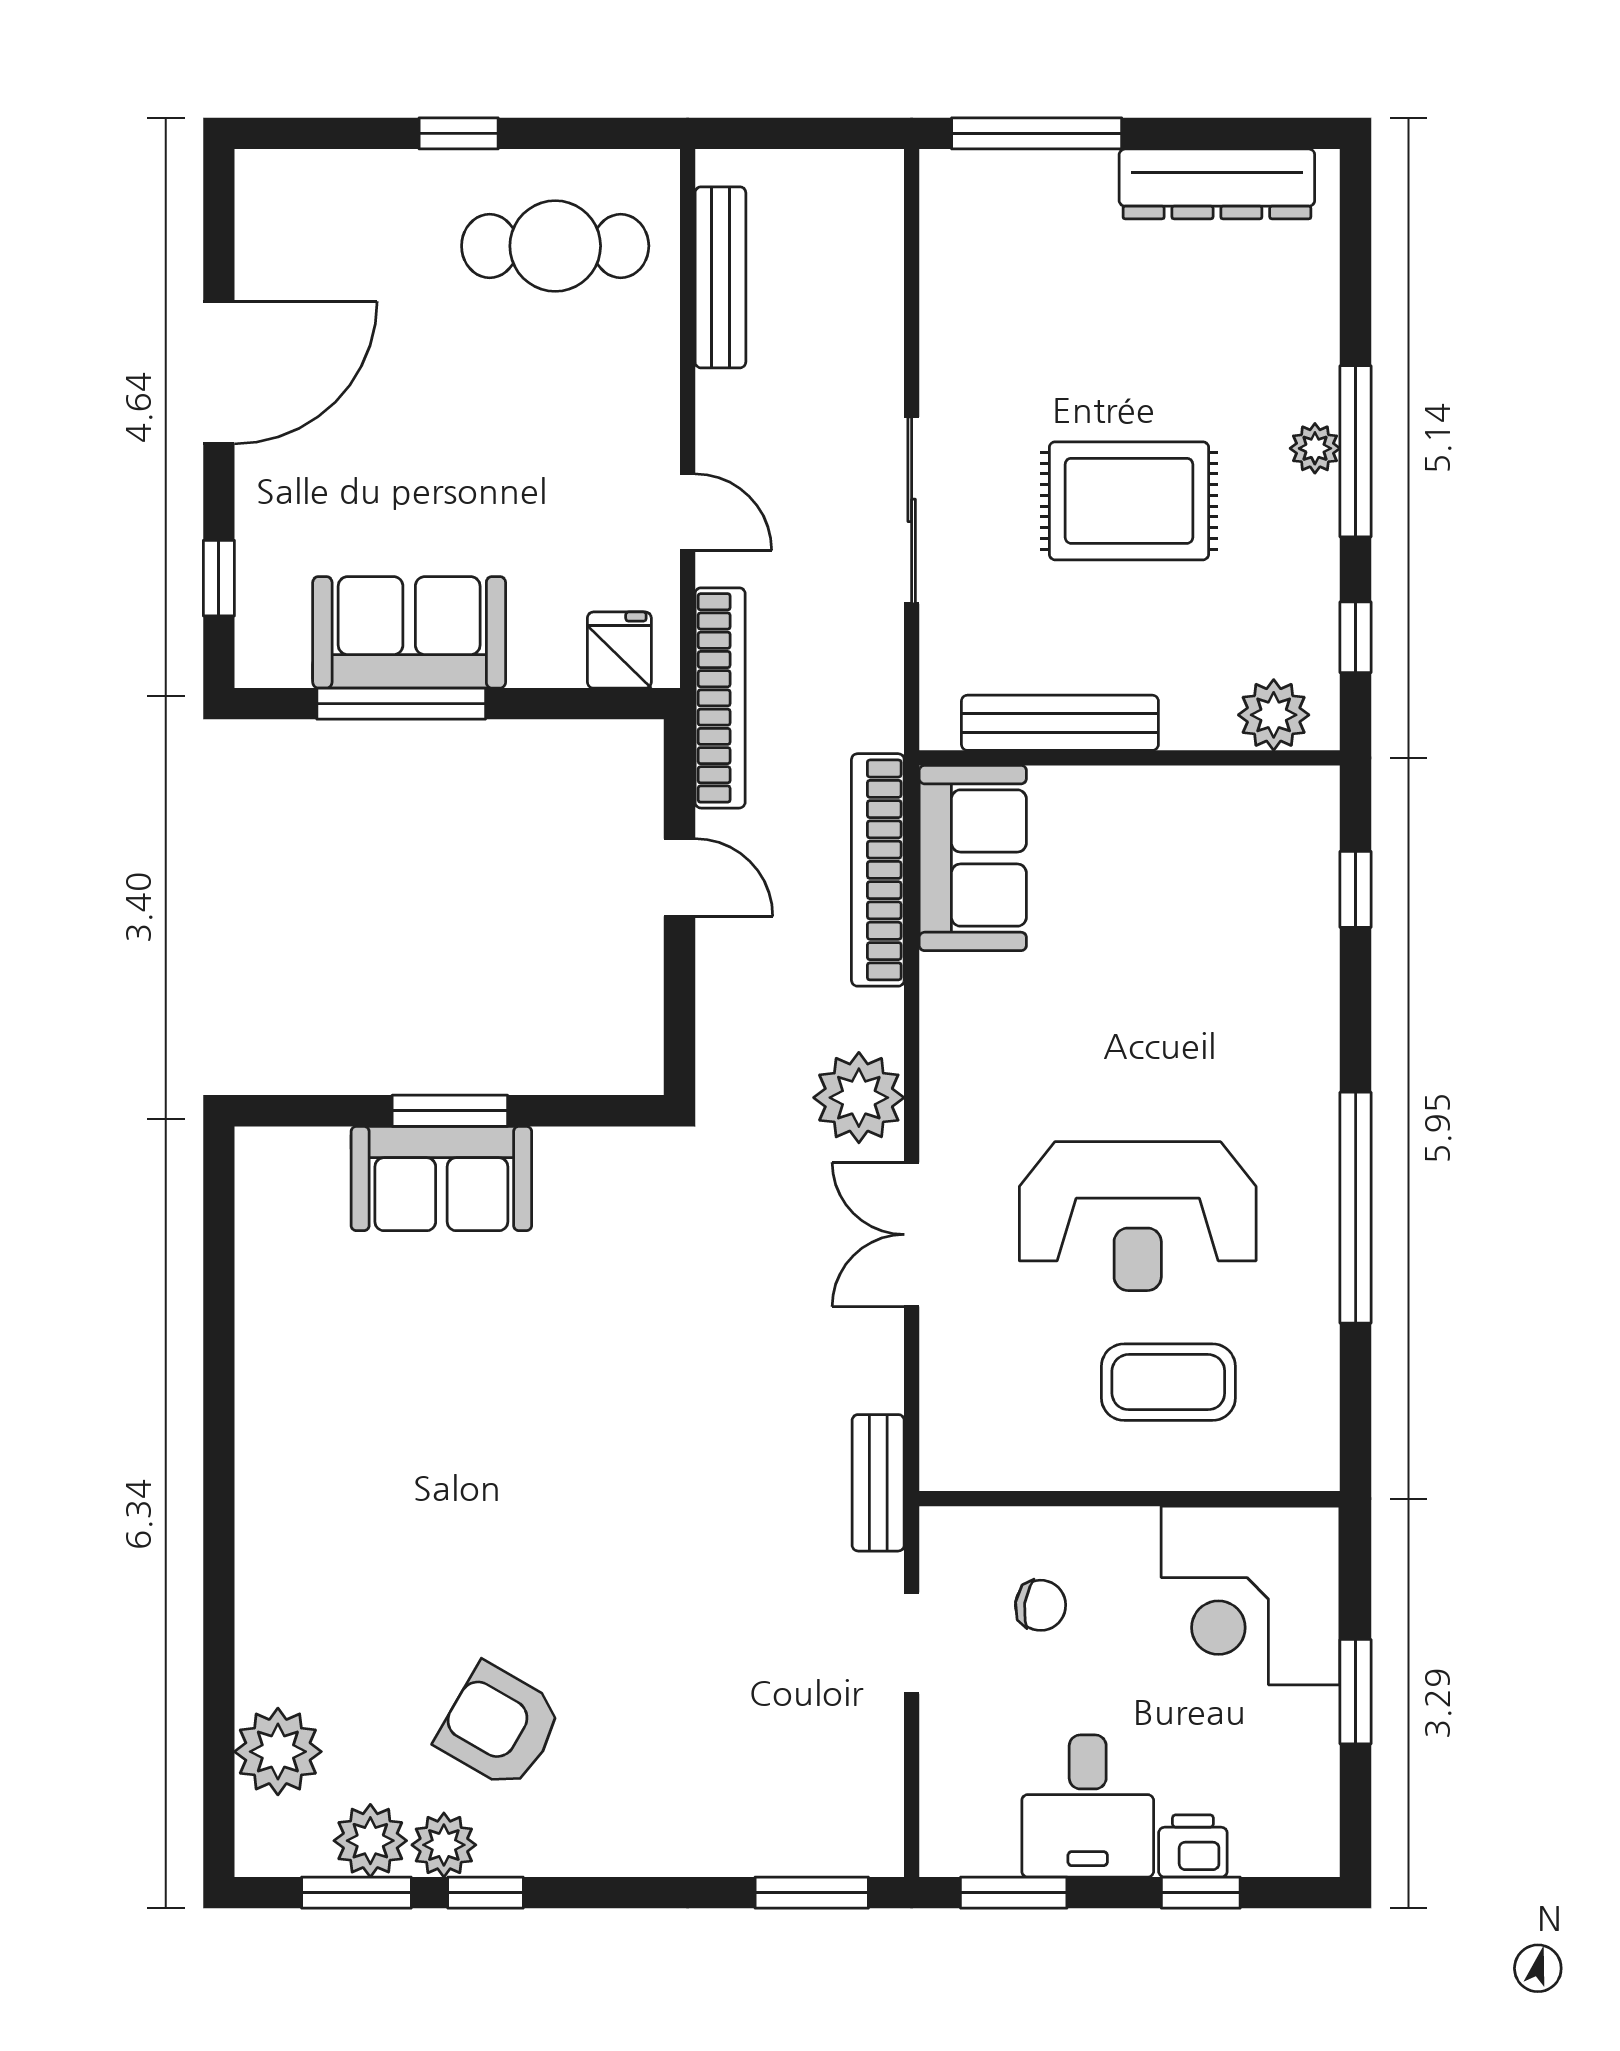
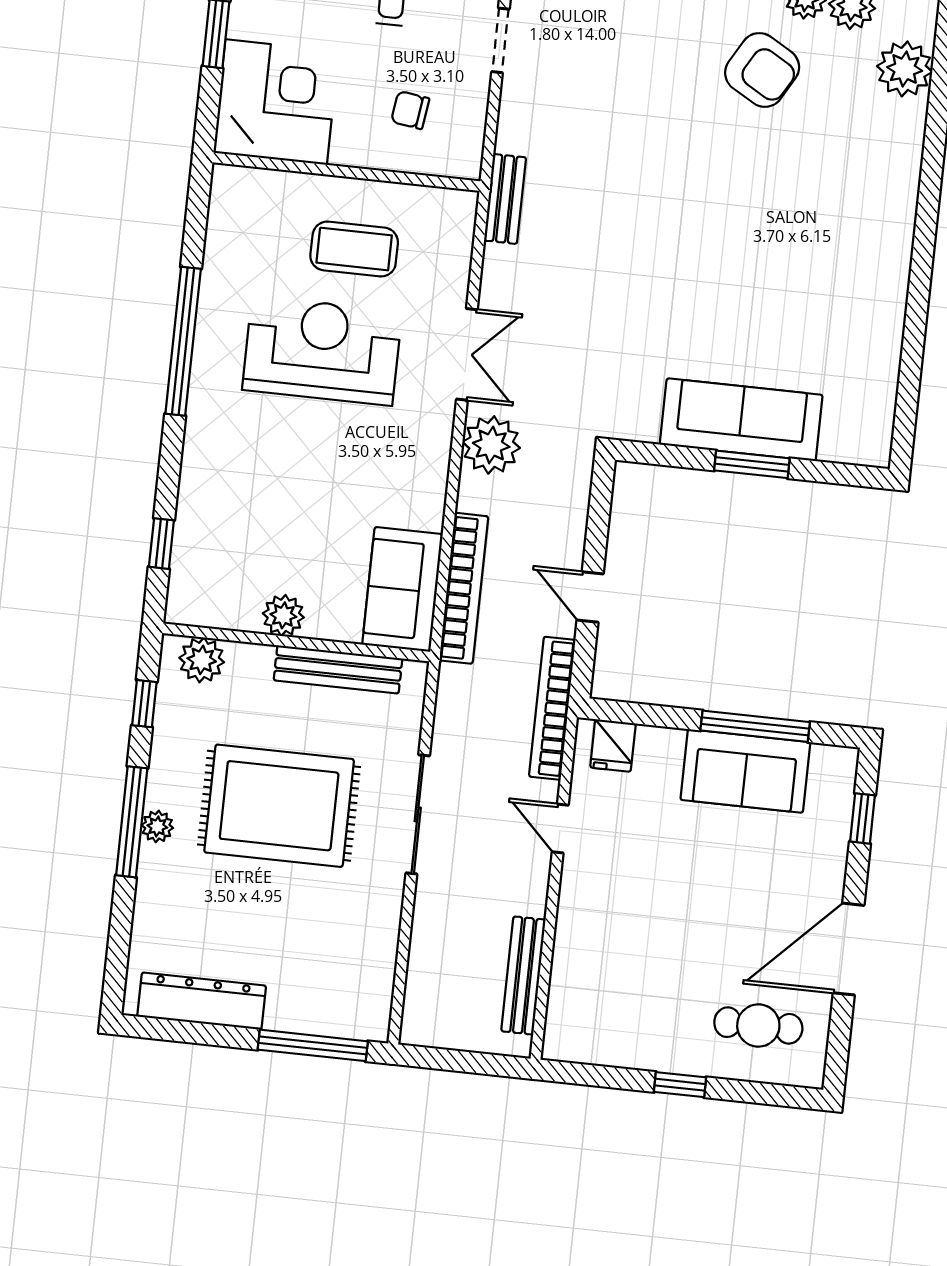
cafe table: (555, 246) -> (758, 1025), moved, width x0.73, depth x0.74
rug: (1129, 501) -> (279, 806), width x1.37, depth x1.44
plant: (1154, 798) -> (283, 615), added
sofa: (441, 1179) -> (741, 420), width x1.36
coffee table: (1168, 1382) -> (354, 249), moved
doorway: (912, 1643) -> (500, 40), moved

